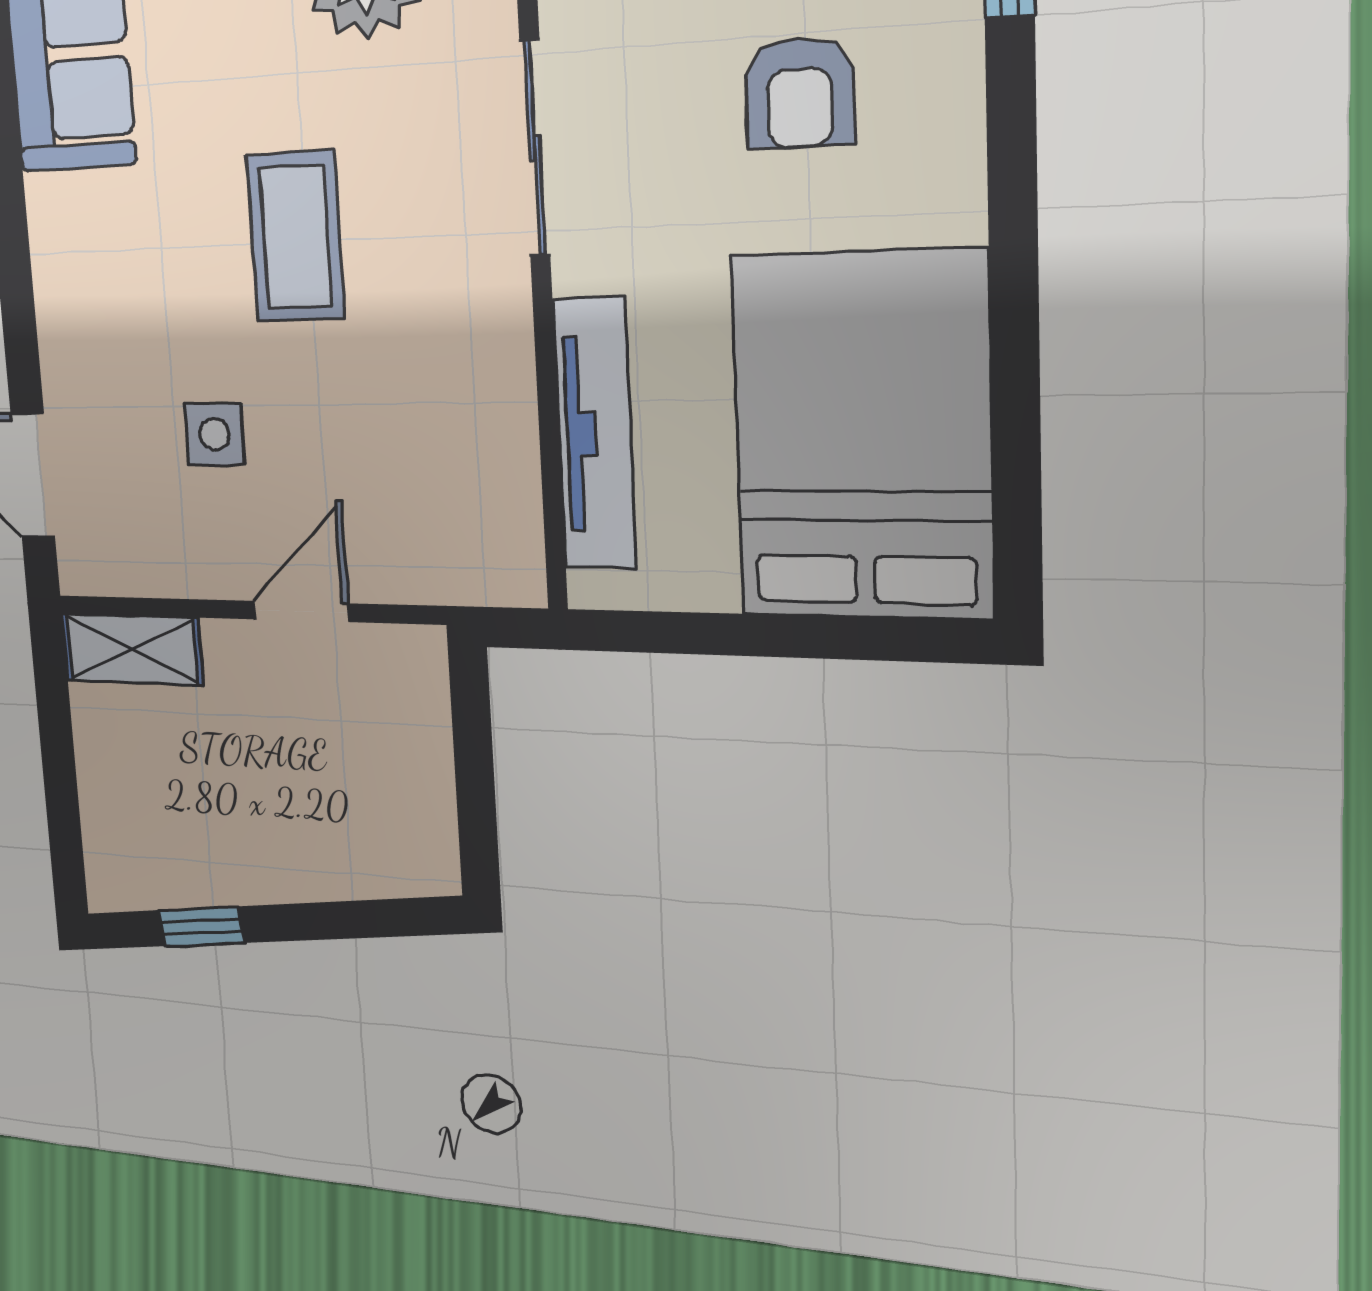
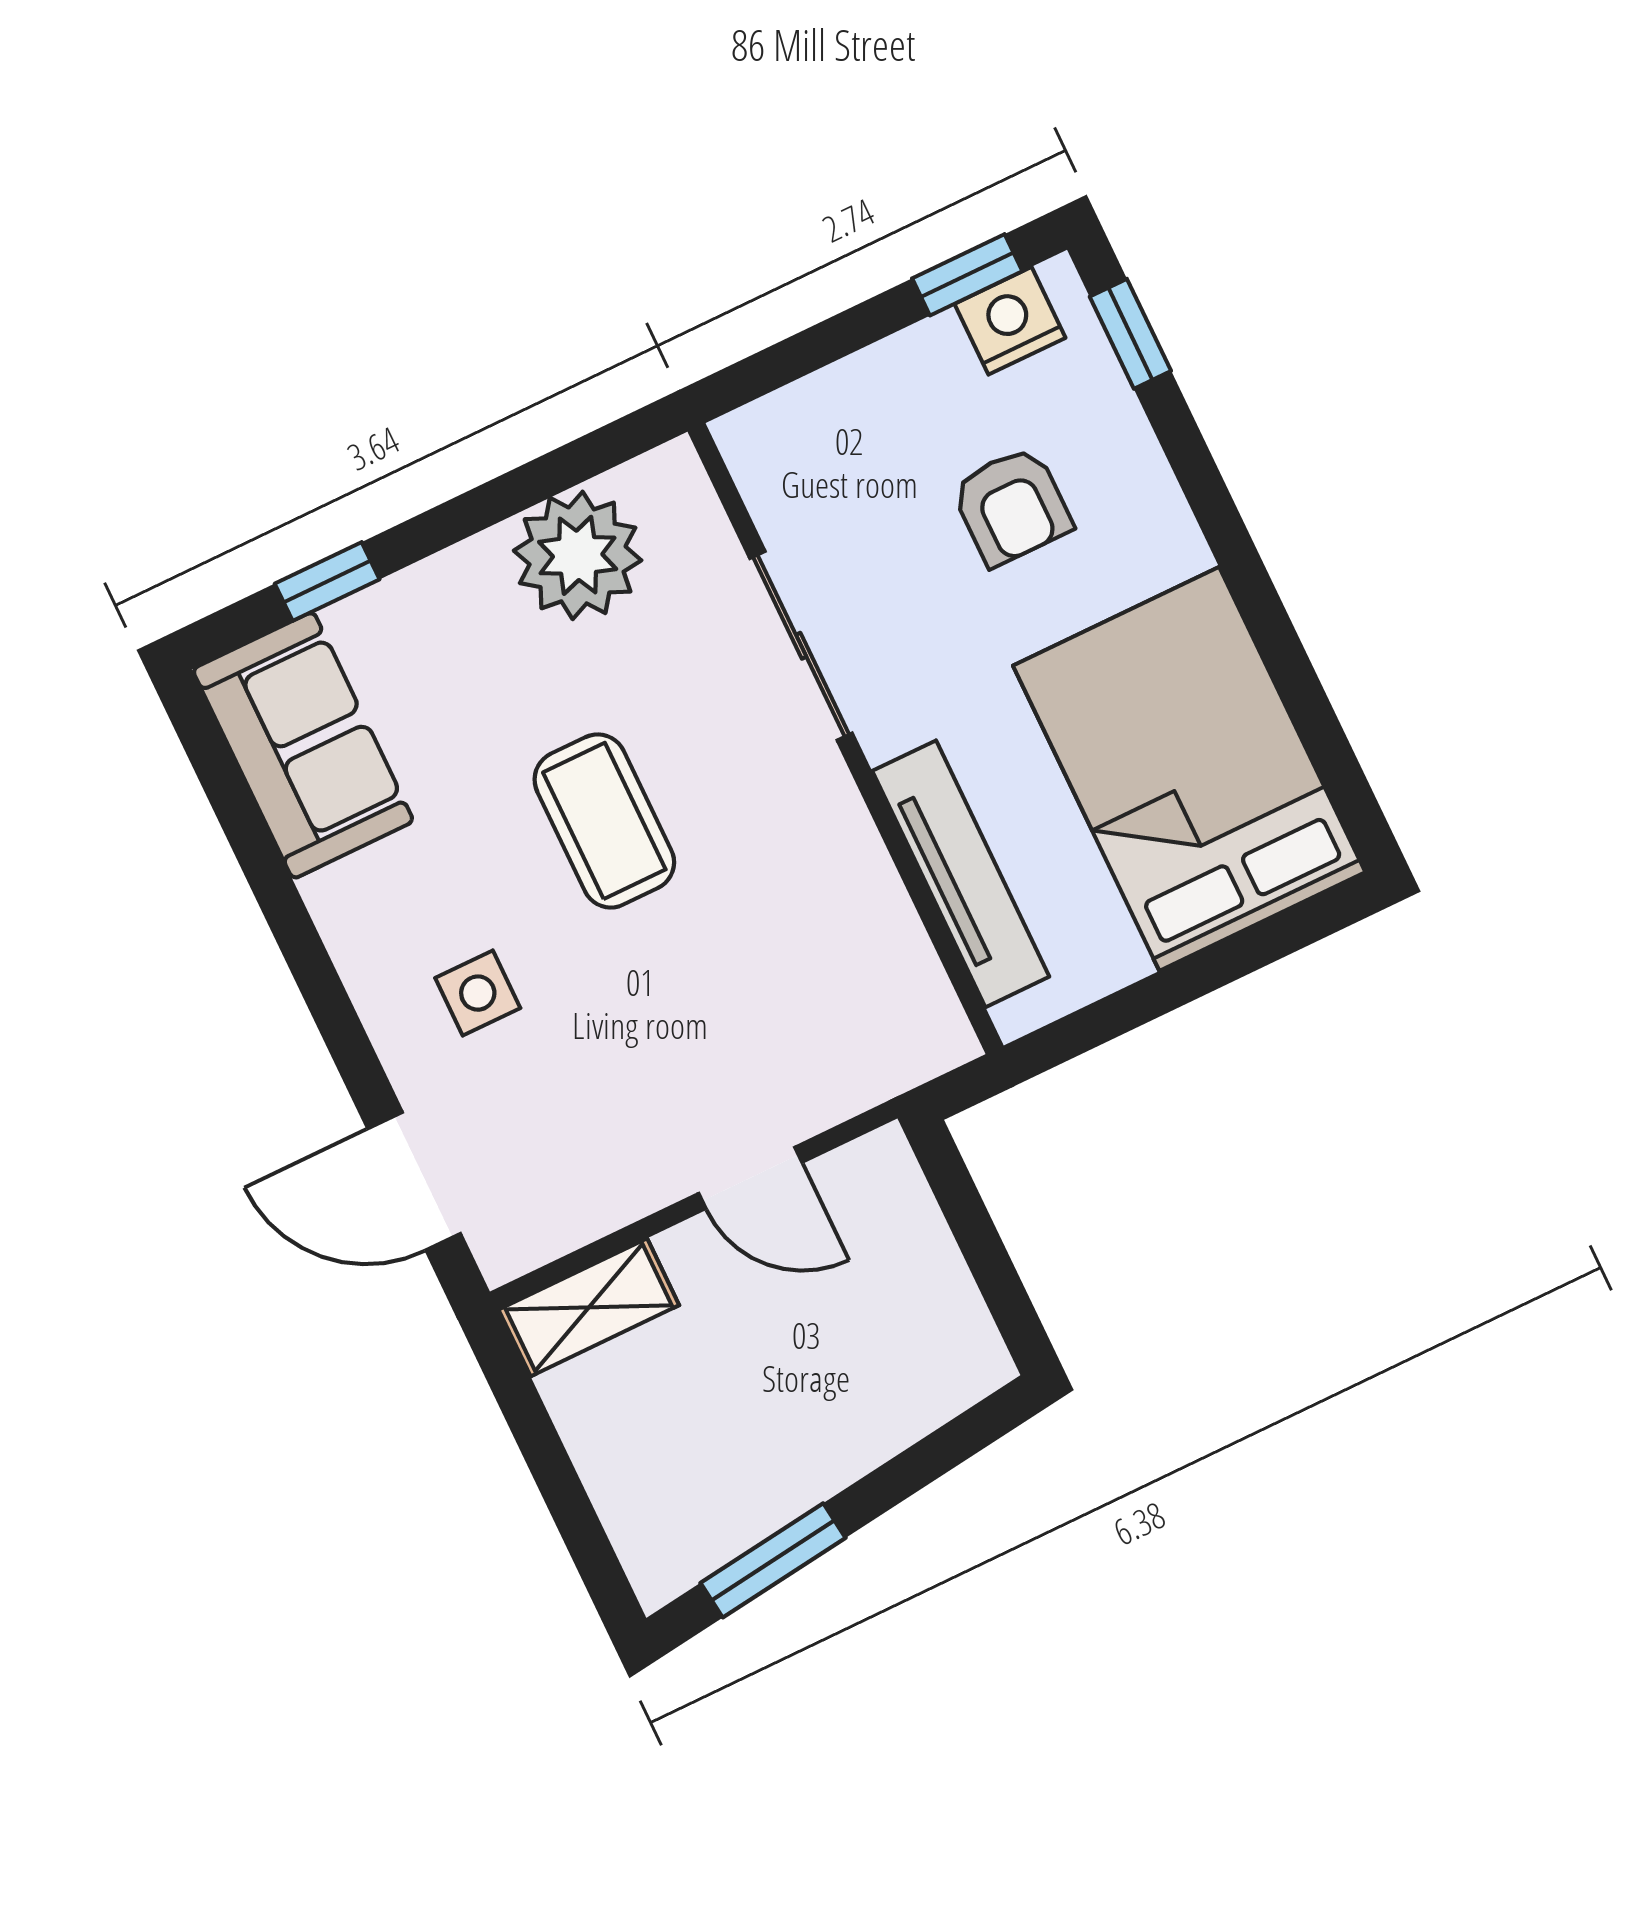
side table: (214, 434) -> (478, 993), moved
door: (301, 611) -> (750, 1178), swing flipped
window: (201, 926) -> (773, 1560), width x1.50

